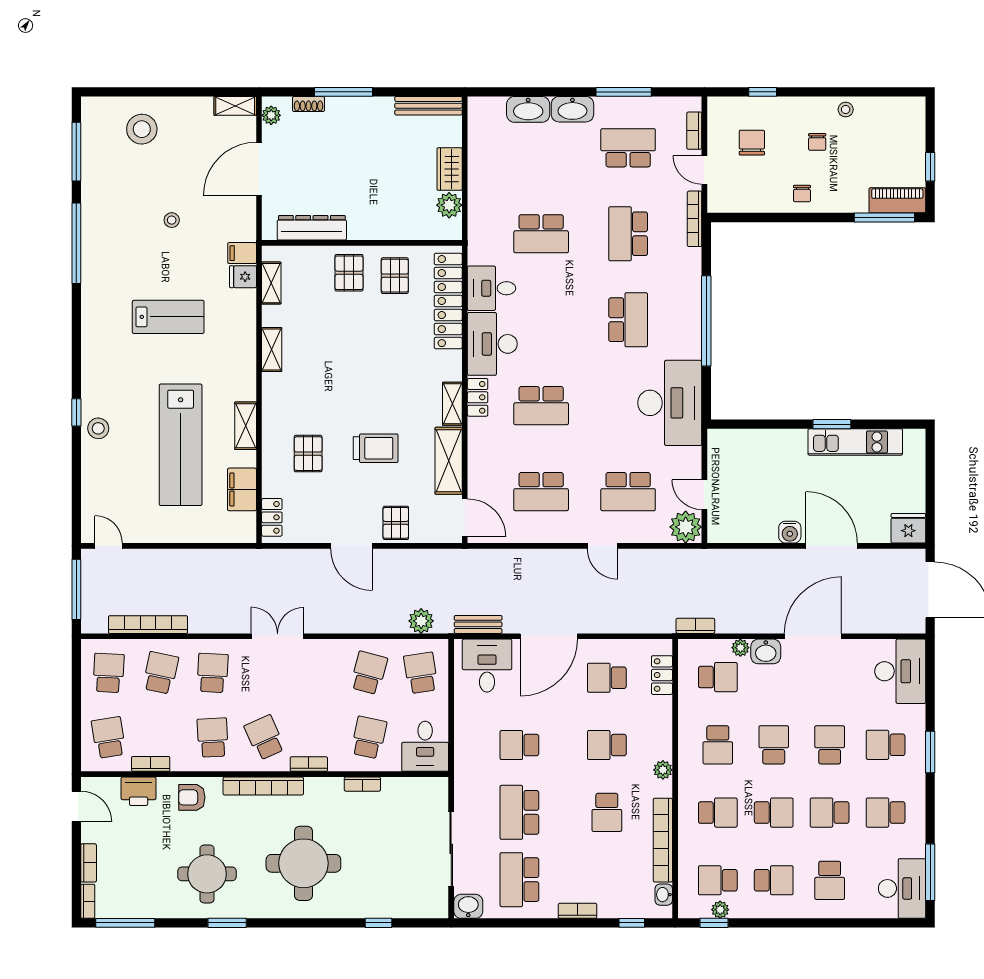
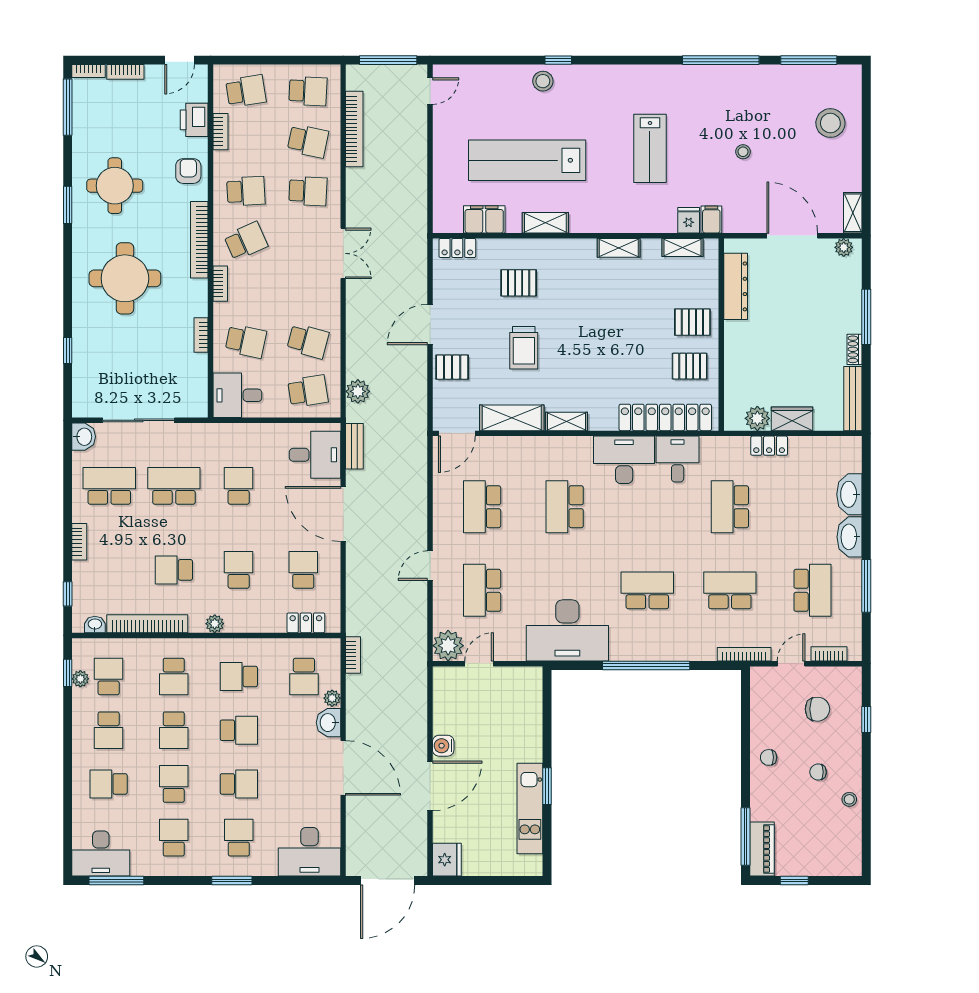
shoe rack: (309, 104) -> (855, 349), moved
school desk: (628, 320) -> (647, 590), turned 180
locker: (478, 397) -> (769, 446), moved

